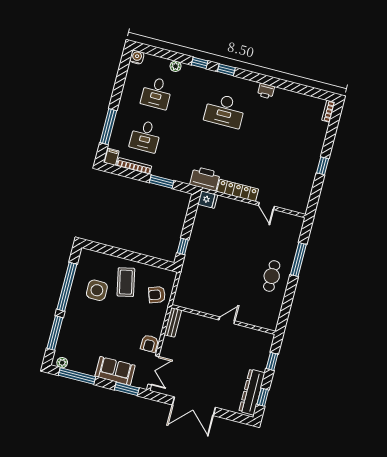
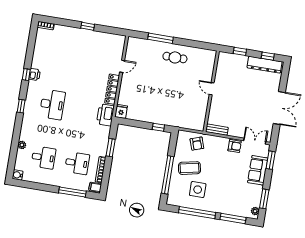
window: (200, 63) -> (26, 75), moved
window: (119, 253) -> (168, 175), added
window: (77, 376) -> (264, 199), width x0.69

